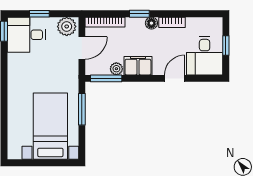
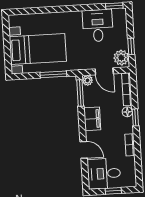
window: (39, 14) -> (131, 46), moved
floor lamp: (151, 23) -> (127, 112), moved
desk: (26, 35) -> (98, 26), moved
plant: (116, 69) -> (87, 80), moved

